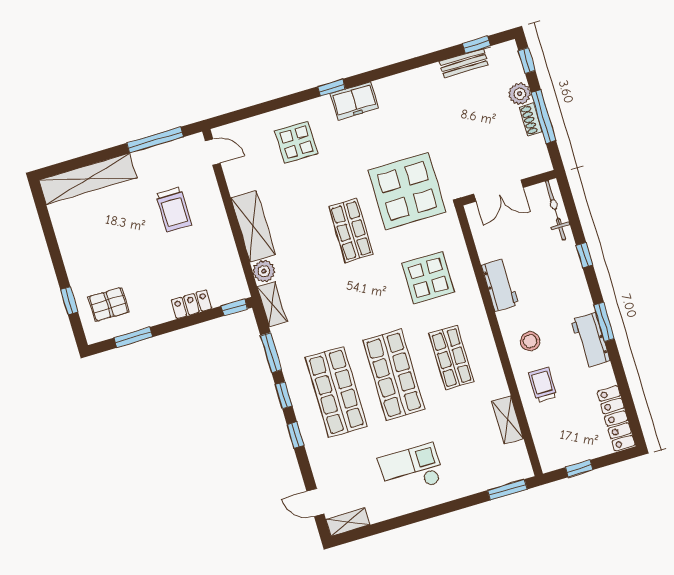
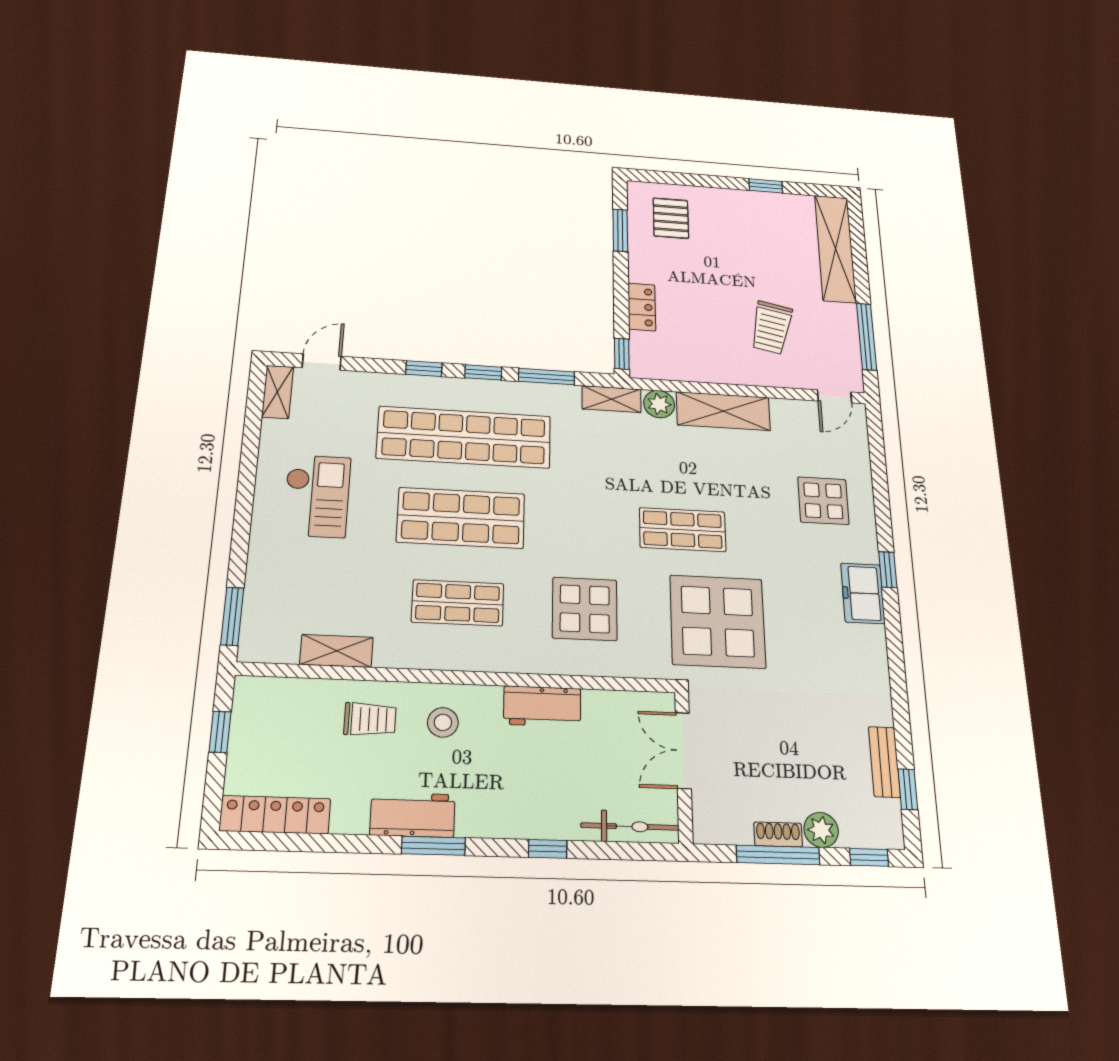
trolley: (173, 209) -> (771, 328), turned -78
window: (69, 301) -> (766, 186), moved
shop shelf: (336, 392) -> (464, 437), width x1.40

